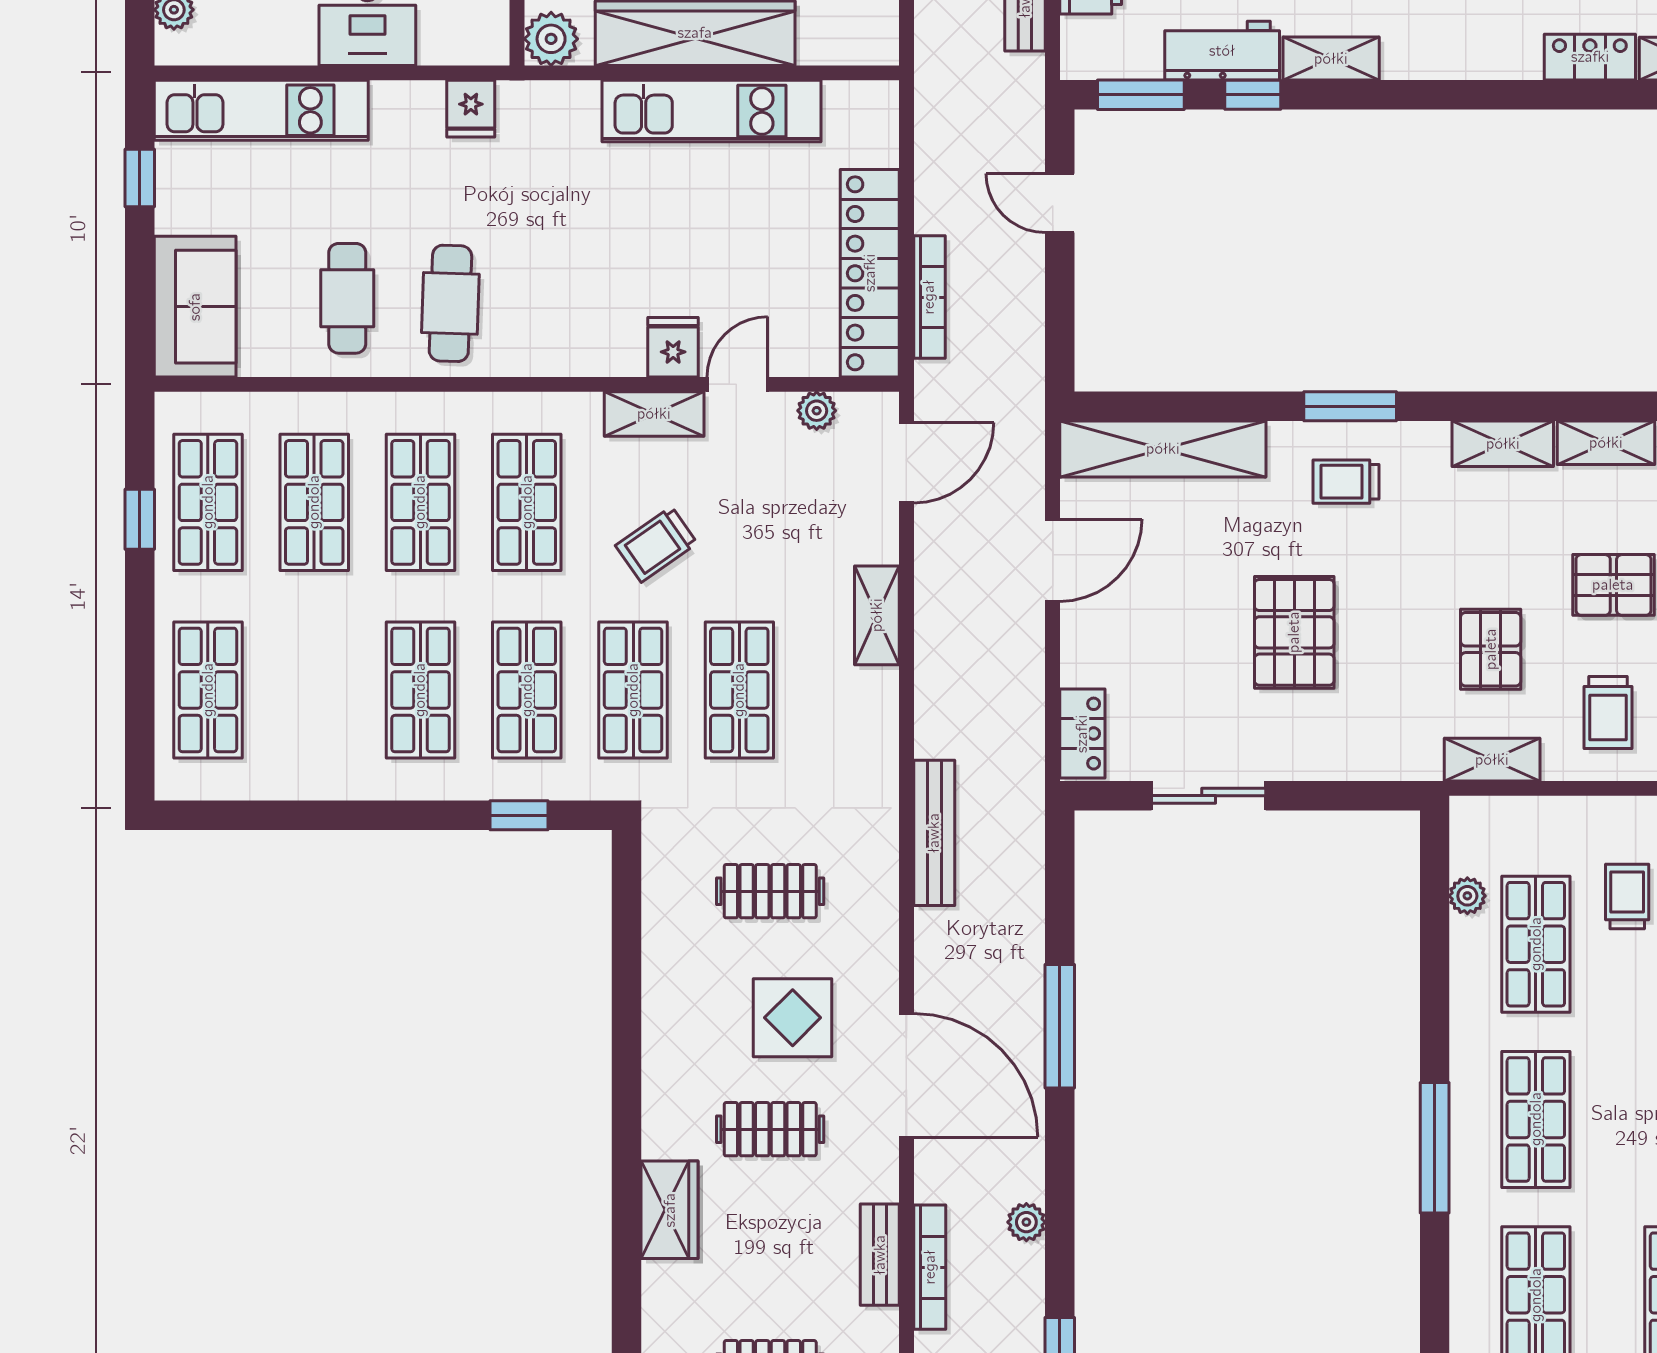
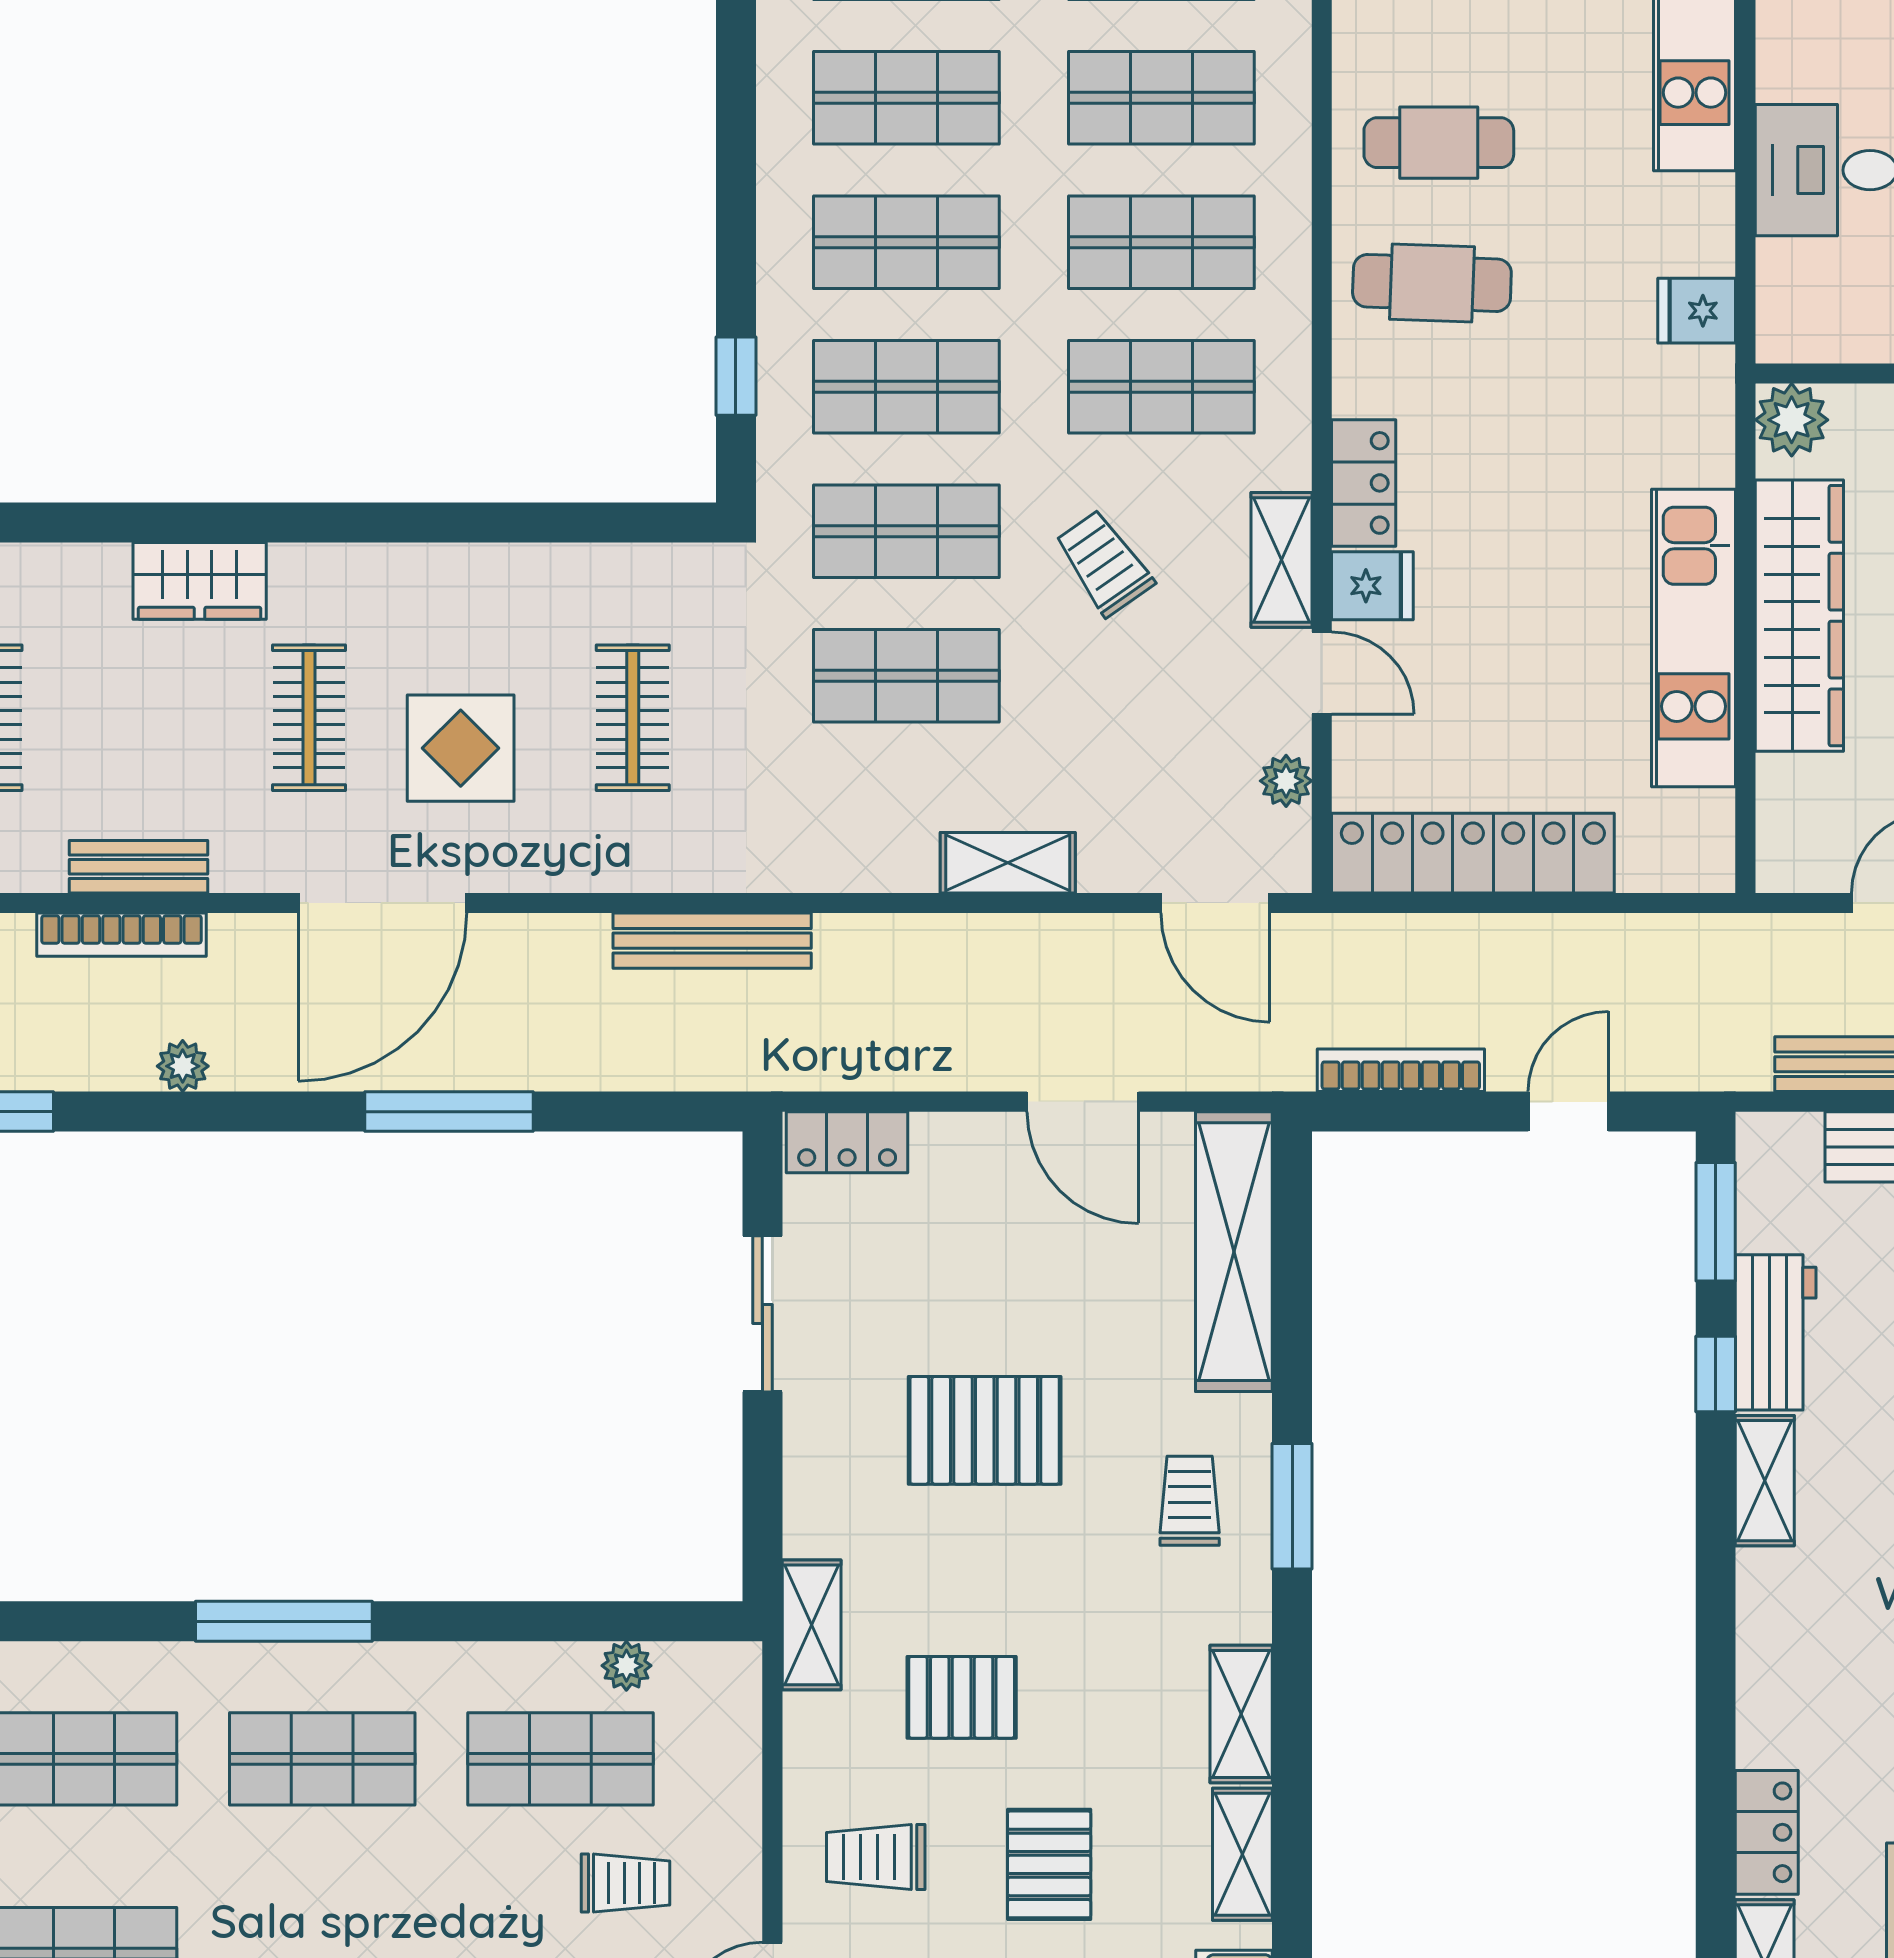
bookcase: (929, 297) -> (1401, 1070), moved, turned 180
locker: (598, 354) -> (1364, 483), added
shop shelf: (314, 690) -> (906, 98), added
shelving: (1492, 760) -> (812, 1625), moved

